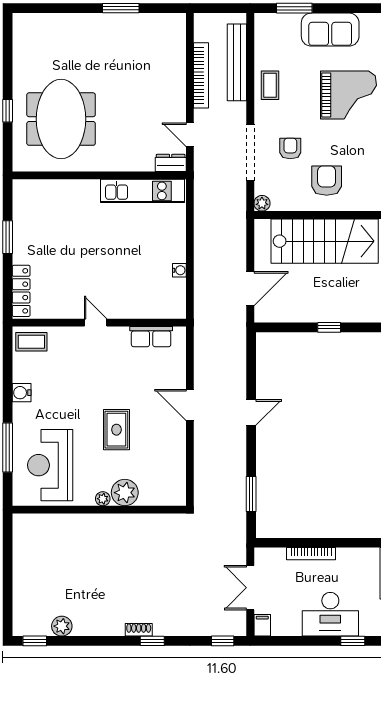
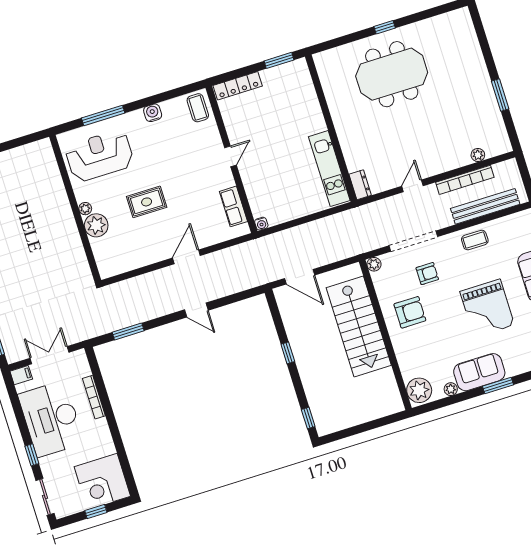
plant: (178, 53) -> (478, 155), added
dresser: (171, 163) -> (360, 185), moved
wall: (99, 175) -> (331, 128), moved
kitchen unit: (143, 191) -> (329, 169), moved
water cooler: (179, 270) -> (261, 224), moved
desk: (330, 614) -> (51, 419), width x1.36, depth x1.30

